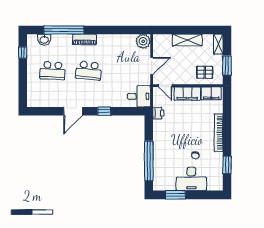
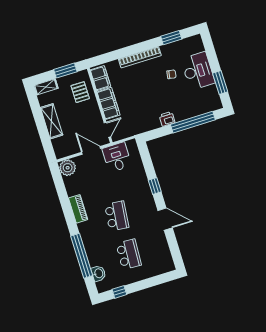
piano: (84, 39) -> (78, 209), moved
desk: (139, 96) -> (117, 157), moved
printer: (158, 113) -> (167, 119), moved

